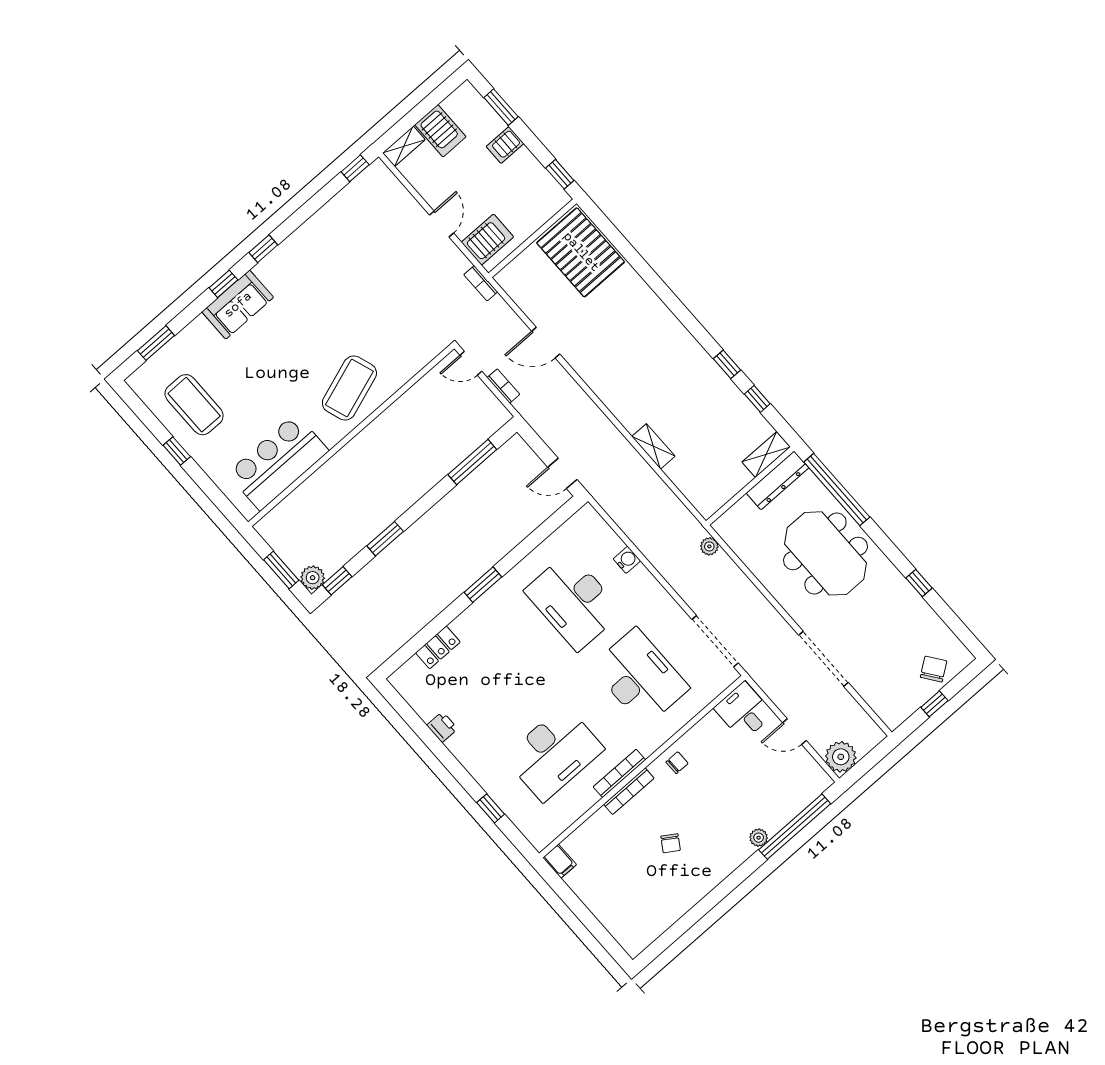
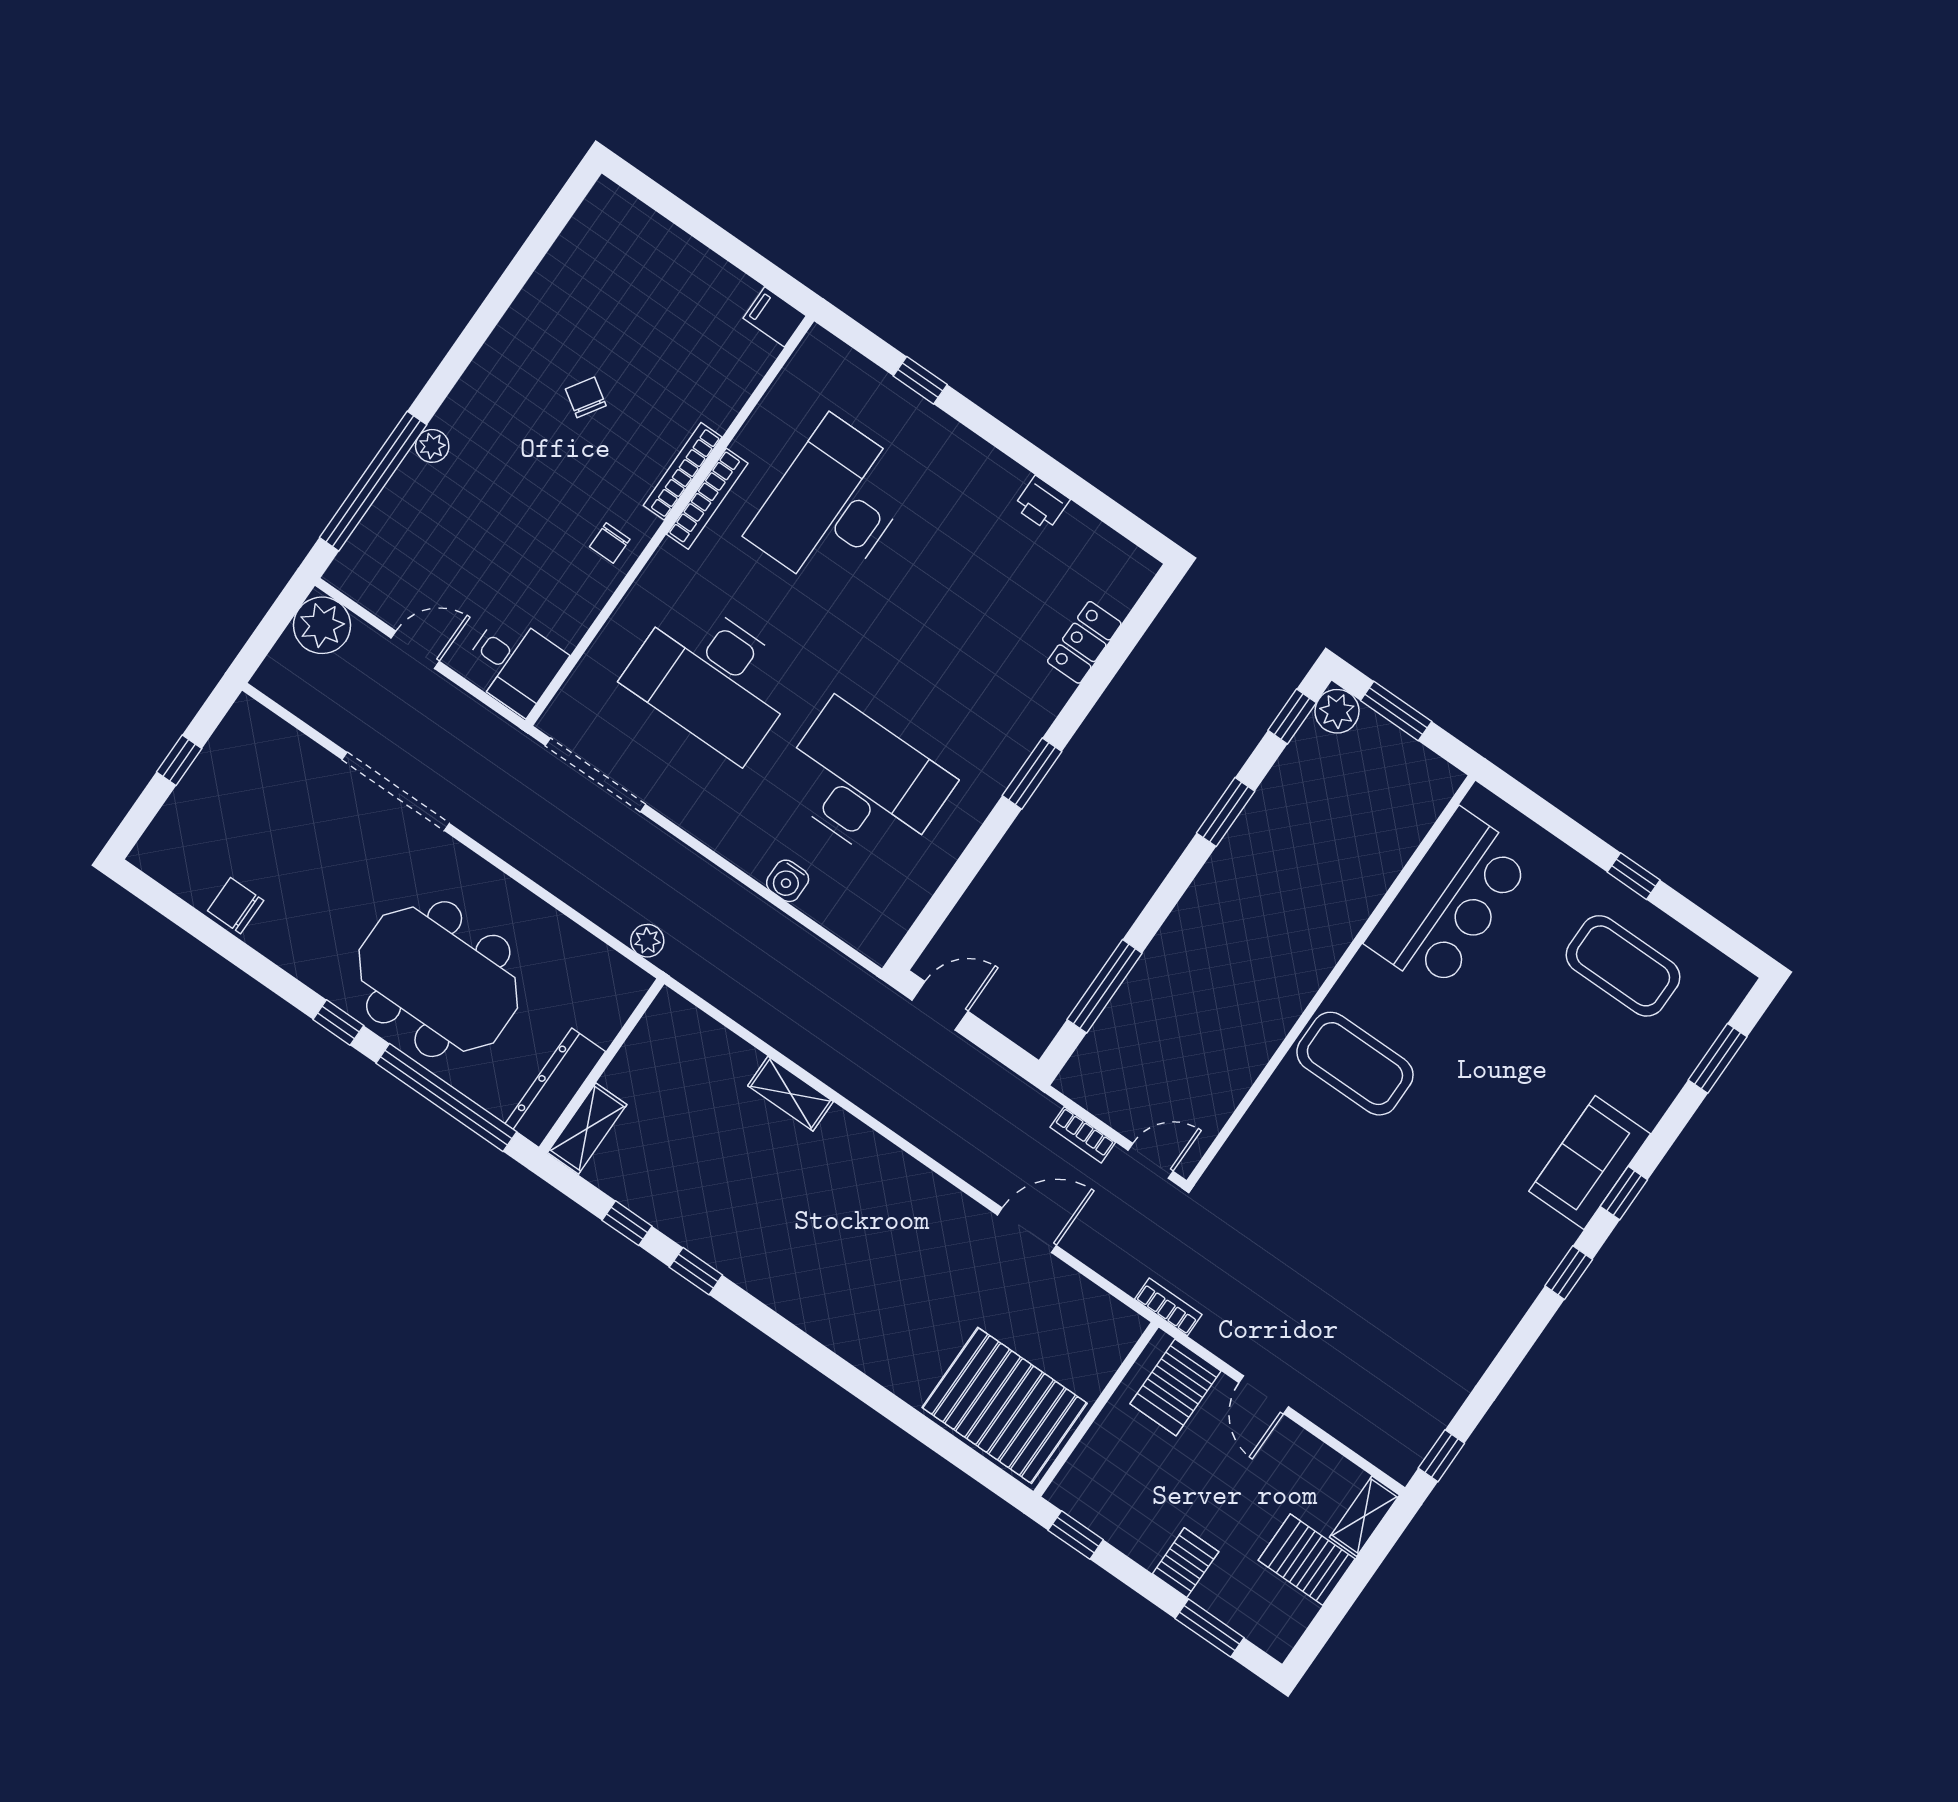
coffee table: (349, 388) -> (1355, 1064), turned -71
window: (919, 583) -> (338, 1023), moved
chair: (934, 669) -> (236, 906), moved, turned 126

